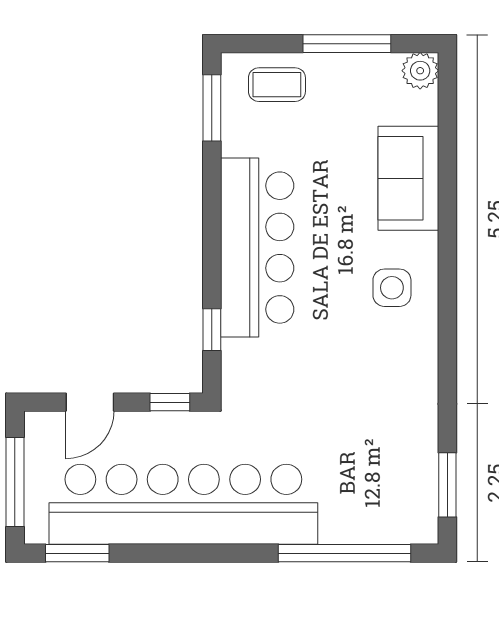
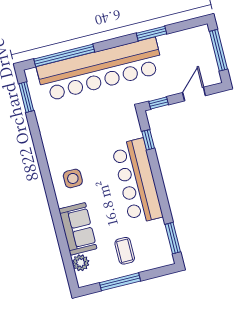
plant: (420, 71) -> (81, 263), moved
coffee table: (277, 85) -> (125, 251), moved, turned 90
bar counter: (183, 504) -> (100, 69), moved
window: (77, 553) -> (151, 33), moved

